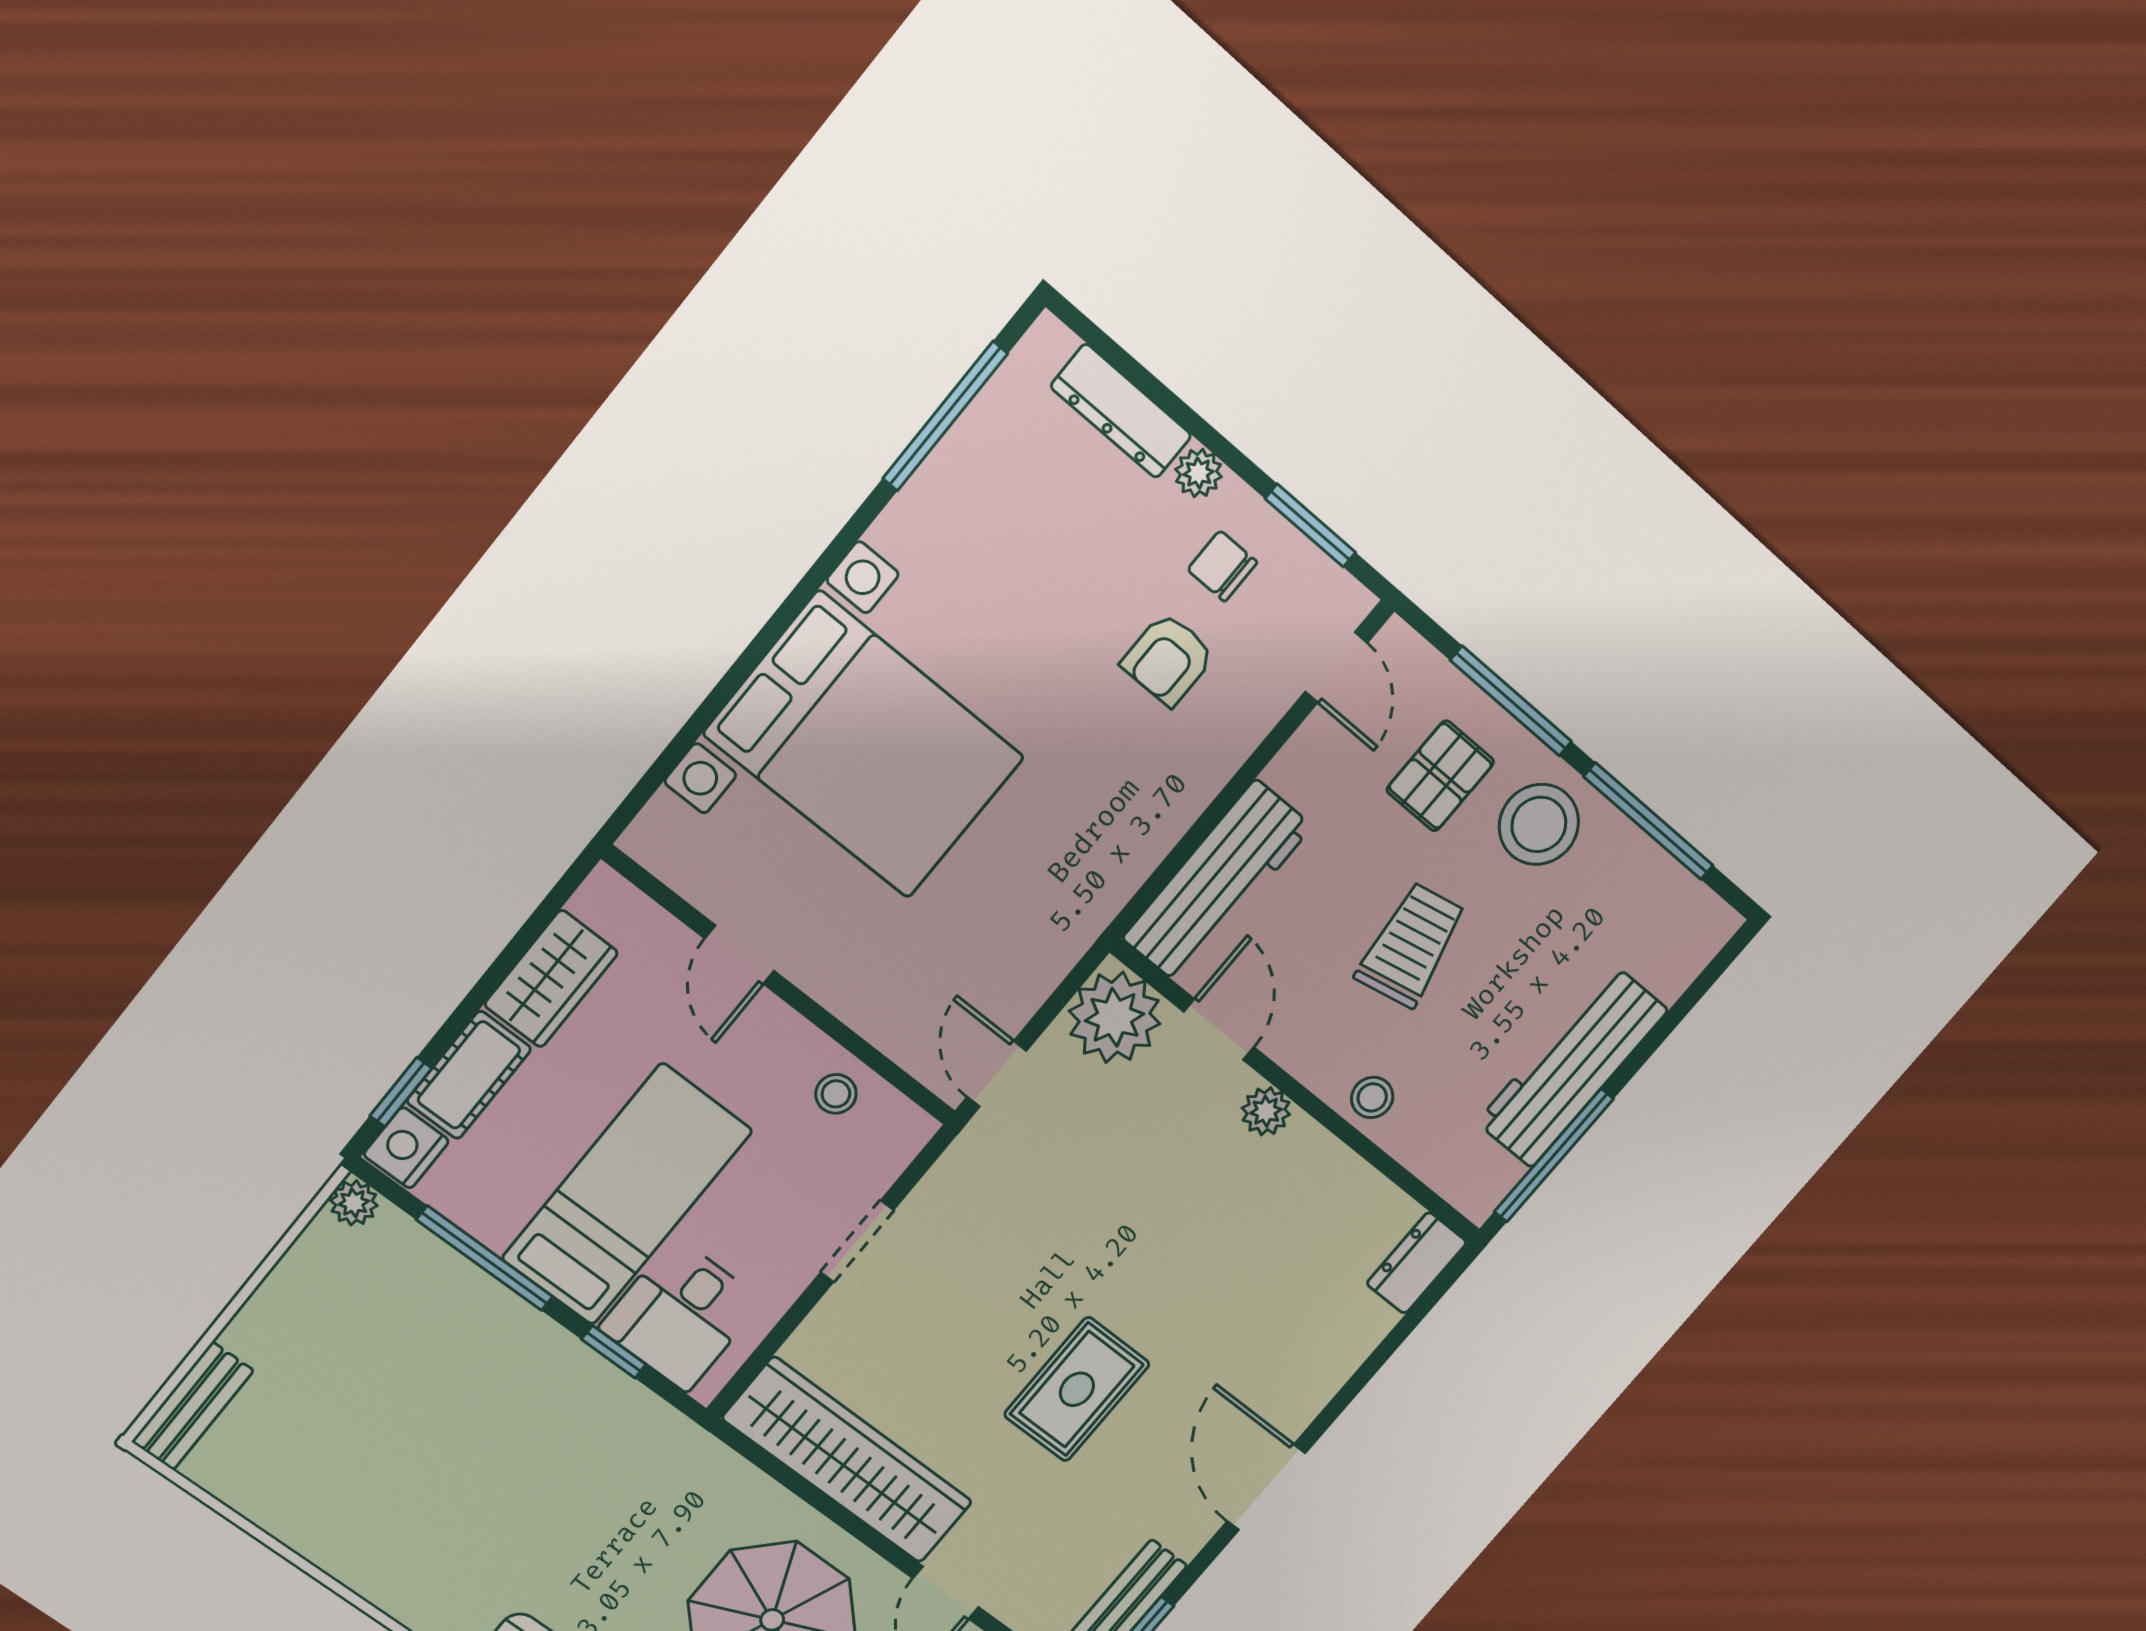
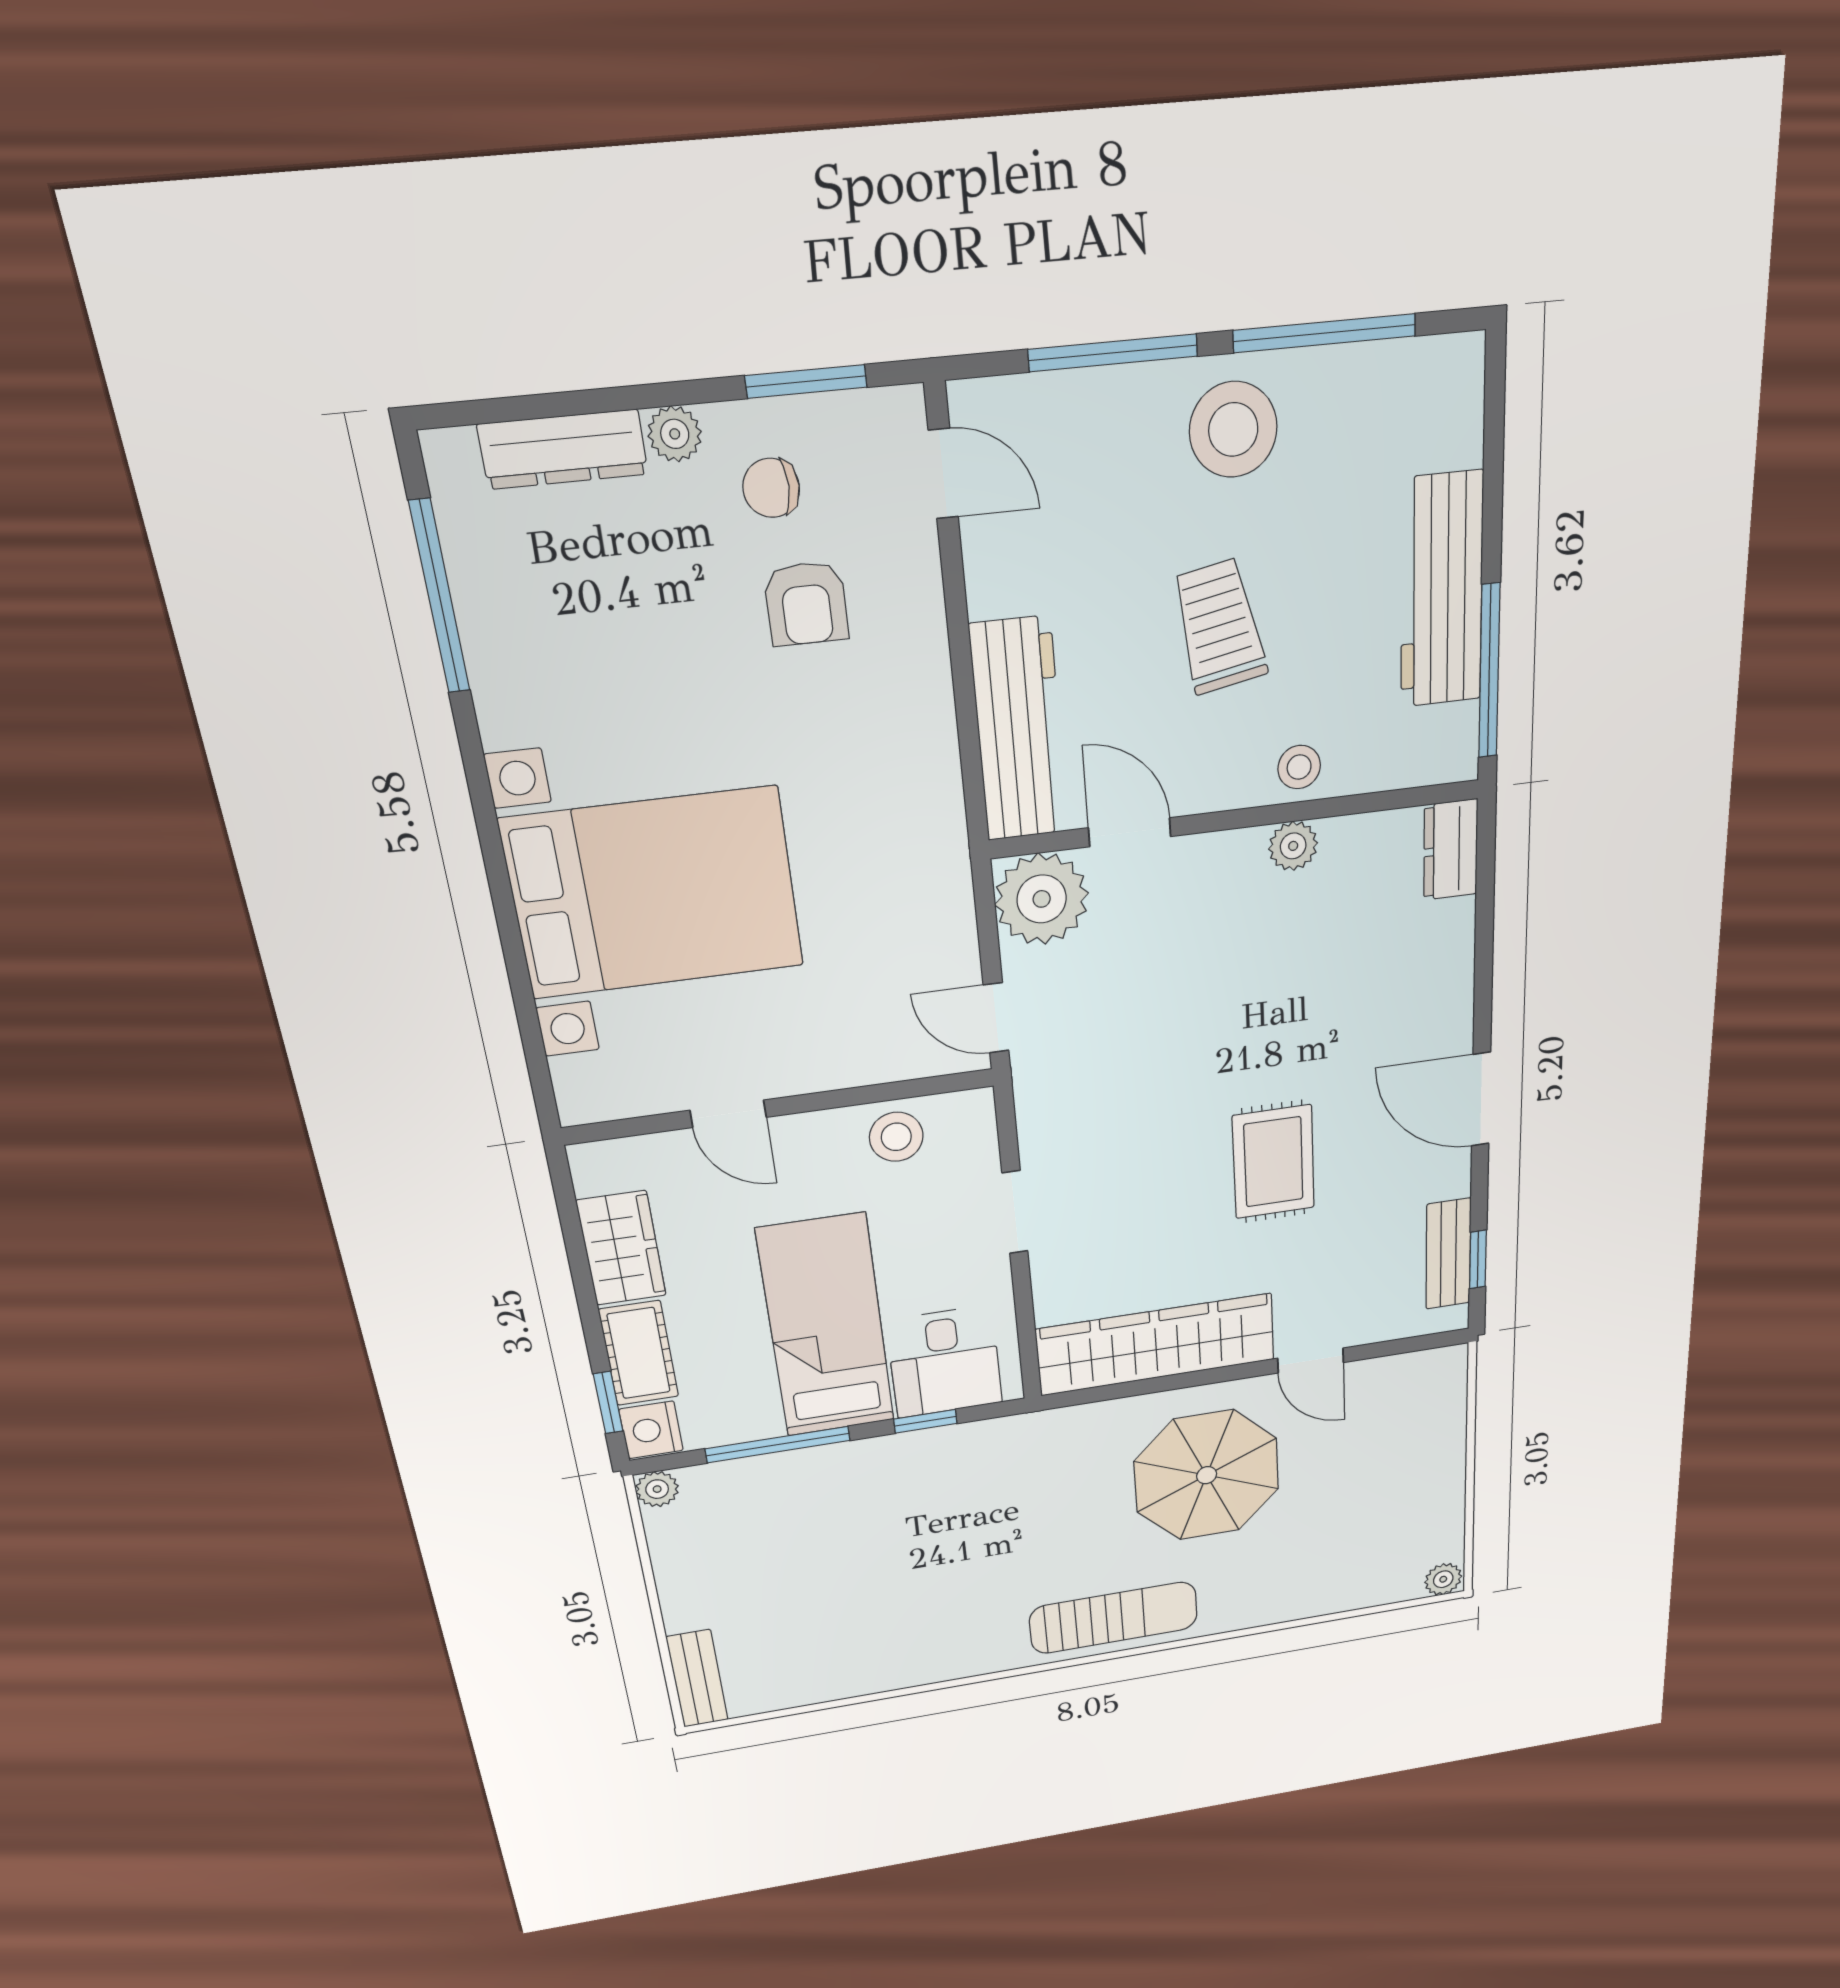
pallet: (1440, 776) -> (1114, 473), removed
stool: (836, 1094) -> (896, 1137), width x1.37, depth x1.37
plant: (1266, 1111) -> (1293, 846), moved

